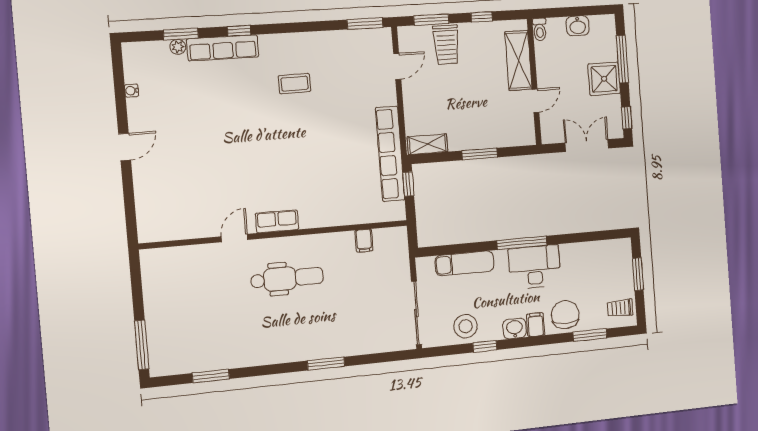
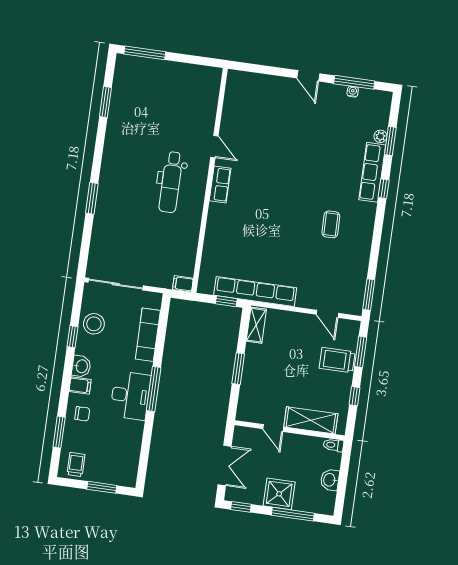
window: (120, 91) -> (354, 82), added
filing cabinet: (364, 241) -> (183, 284), moved
chair: (565, 315) -> (82, 414), width x0.54, depth x0.54

